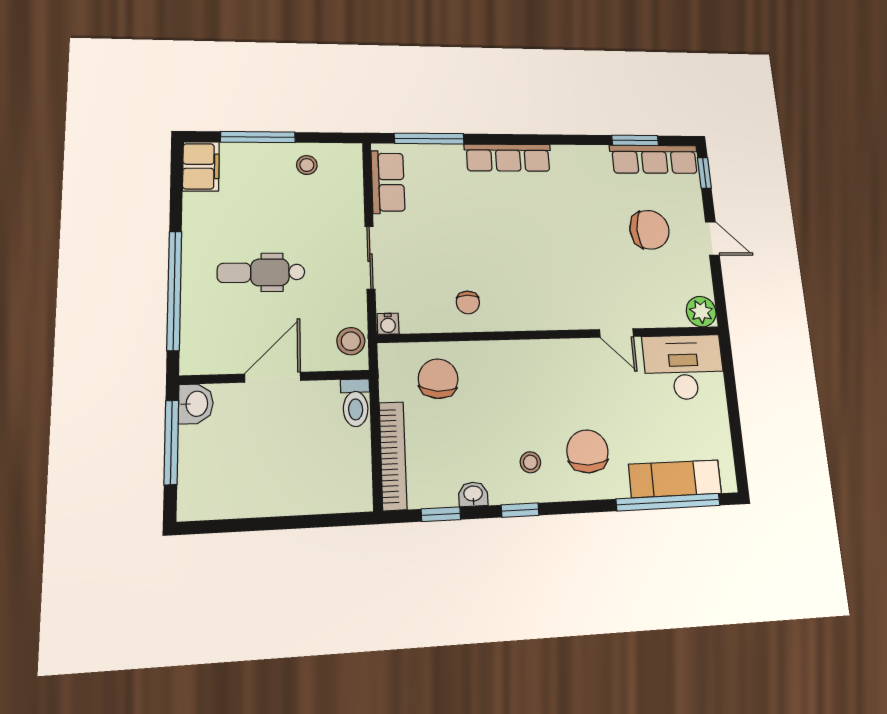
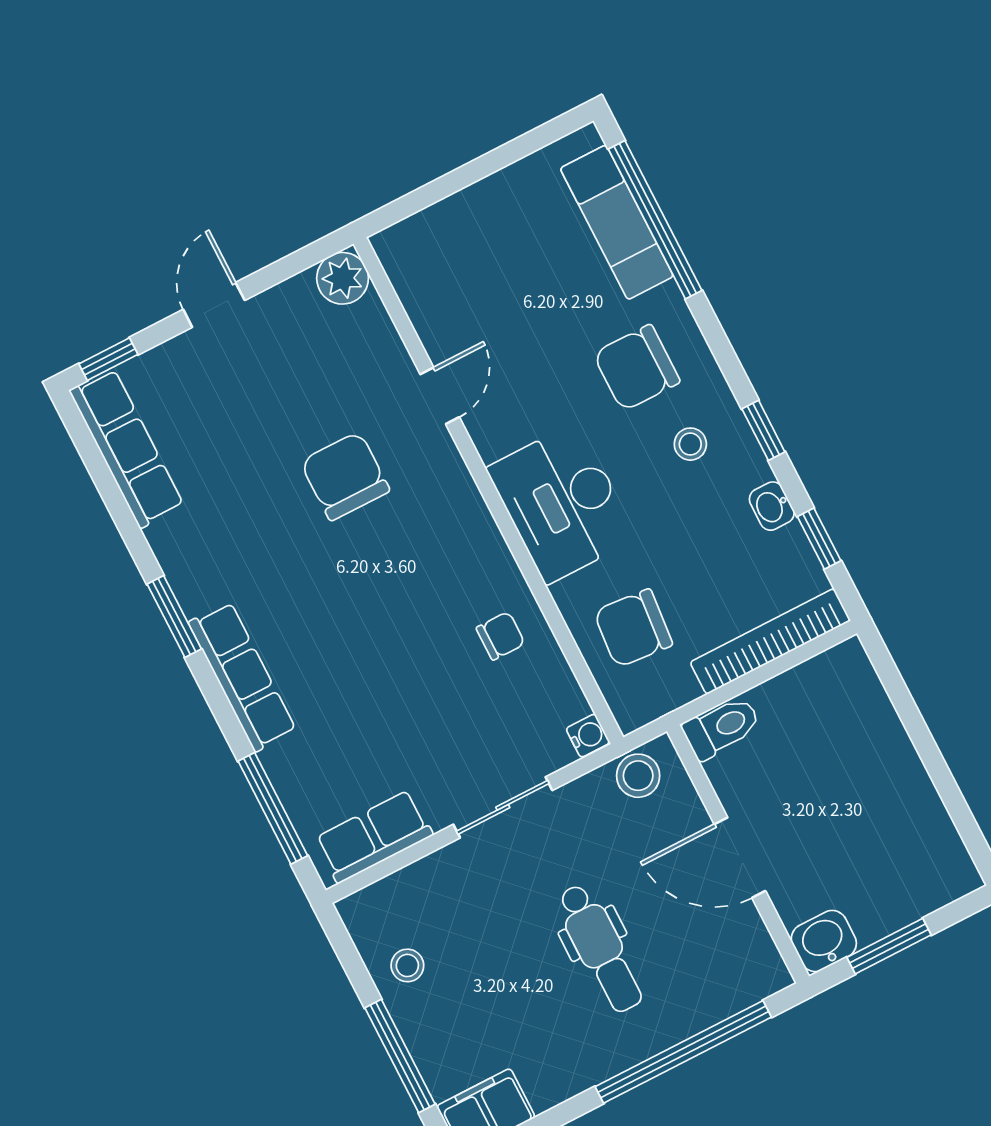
window: (635, 140) -> (174, 617), moved
chair: (649, 230) -> (345, 476), moved
desk: (684, 367) -> (562, 503), moved
window: (171, 442) -> (889, 946), width x0.69

